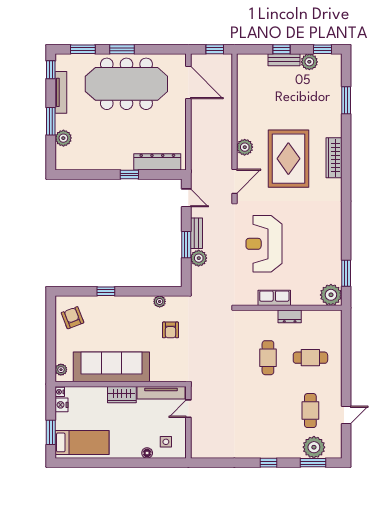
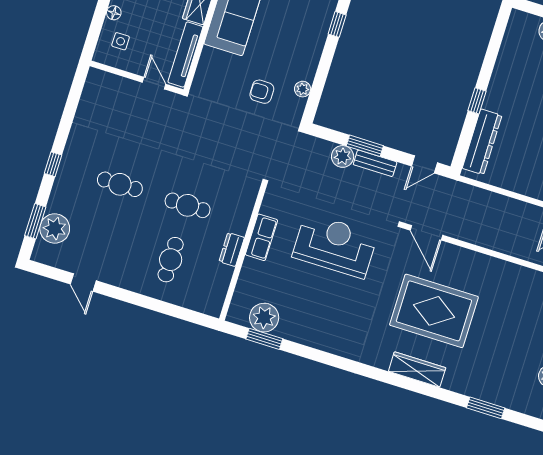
plant: (245, 147) -> (466, 260), removed
plant: (331, 295) -> (264, 318), moved
cafe table: (310, 411) -> (120, 184), moved

